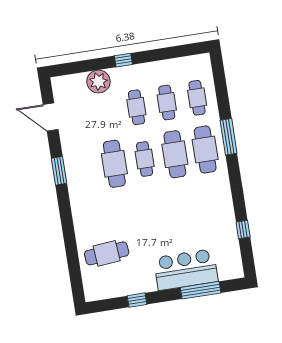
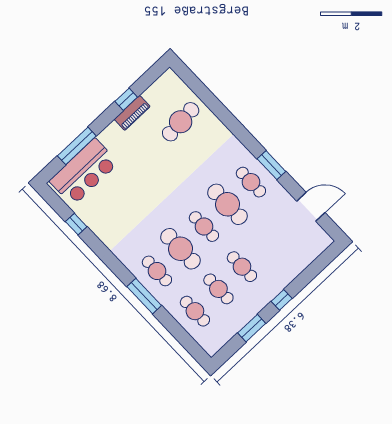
window: (162, 54) -> (252, 328), added
plant: (98, 82) -> (290, 266), removed
cafe table: (205, 150) -> (157, 271), width x0.73, depth x0.74
cafe table: (84, 168) -> (251, 182), added
bar counter: (186, 270) -> (84, 172), moved
piano: (140, 286) -> (132, 113), added

